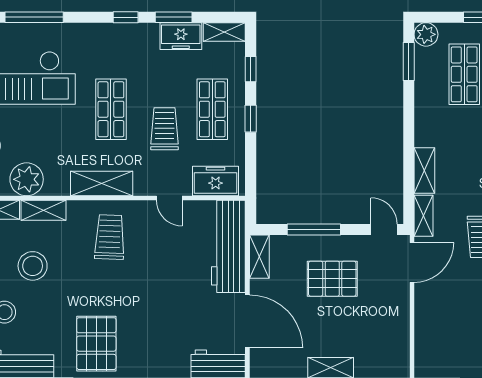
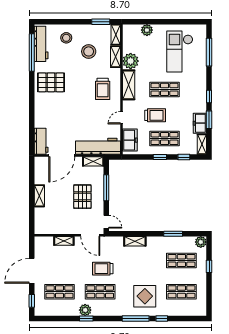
window: (409, 61) -> (173, 234), moved
plant: (27, 179) -> (131, 61), moved
shelving: (423, 216) -> (64, 241), moved
door: (384, 229) -> (106, 222), hinge flipped
trolley: (110, 237) -> (103, 89), turned 88

